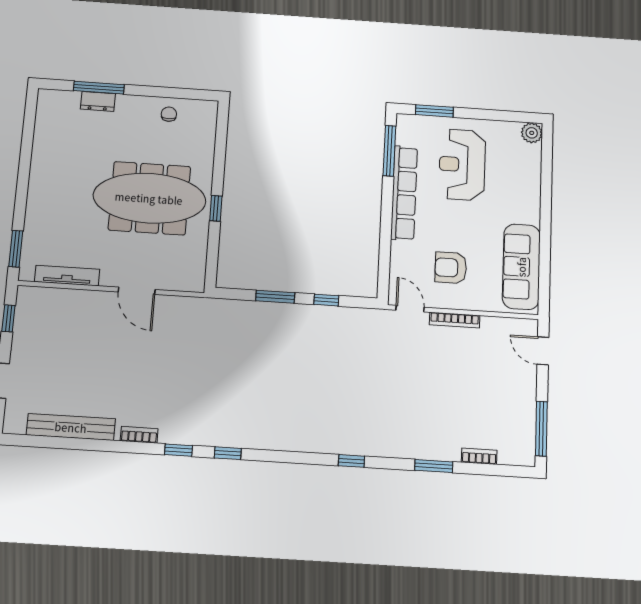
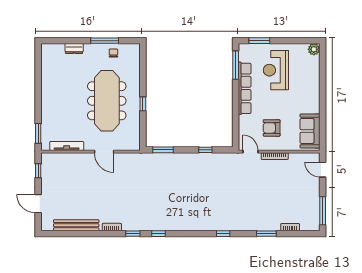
window: (99, 88) -> (105, 41), moved
meeting table: (149, 198) -> (107, 101), turned 90
sofa: (521, 267) -> (310, 131), width x0.73
window: (275, 297) -> (163, 150), moved

